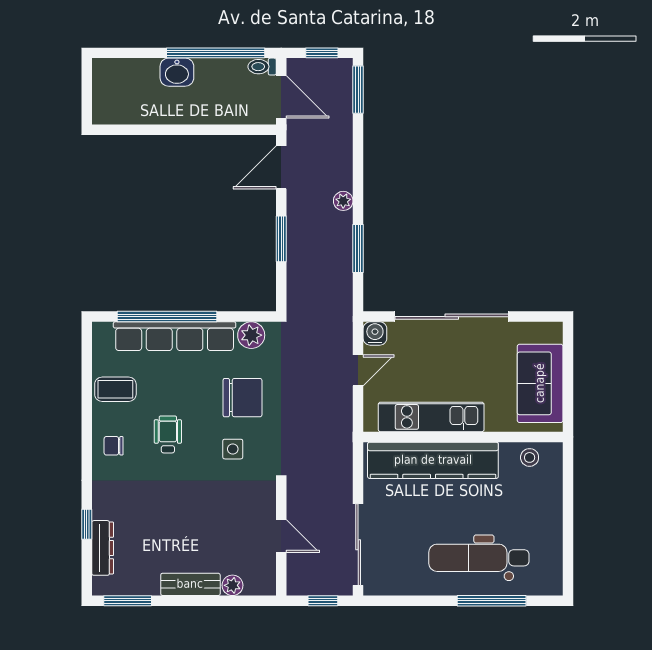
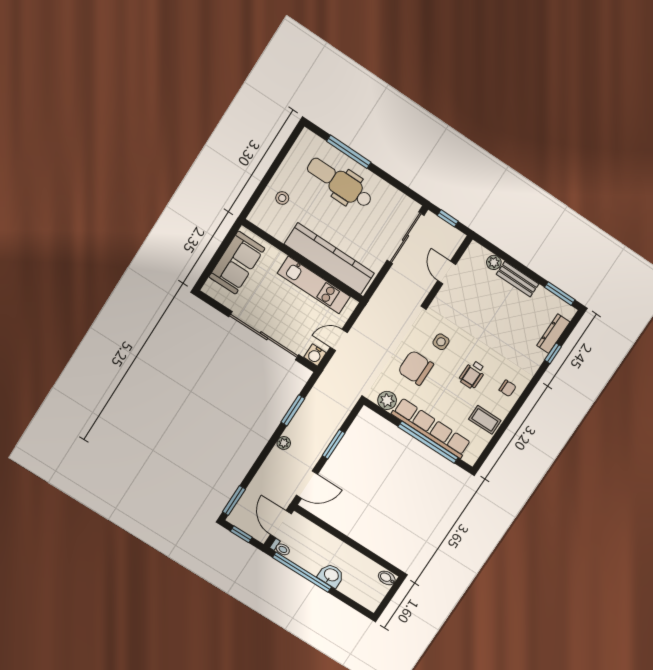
bidet: (105, 113) -> (387, 578), added
stool: (530, 457) -> (282, 198), moved
dental chair: (479, 558) -> (340, 183), turned 180

